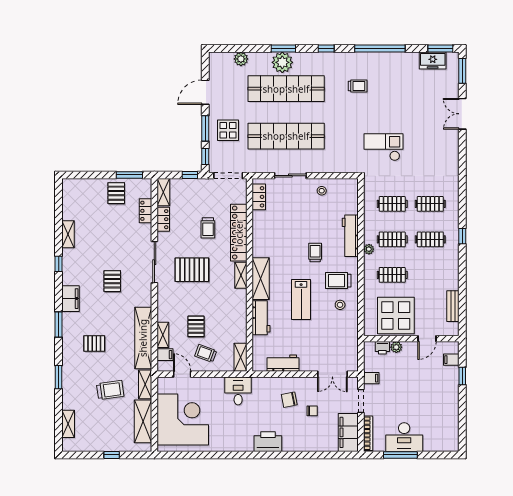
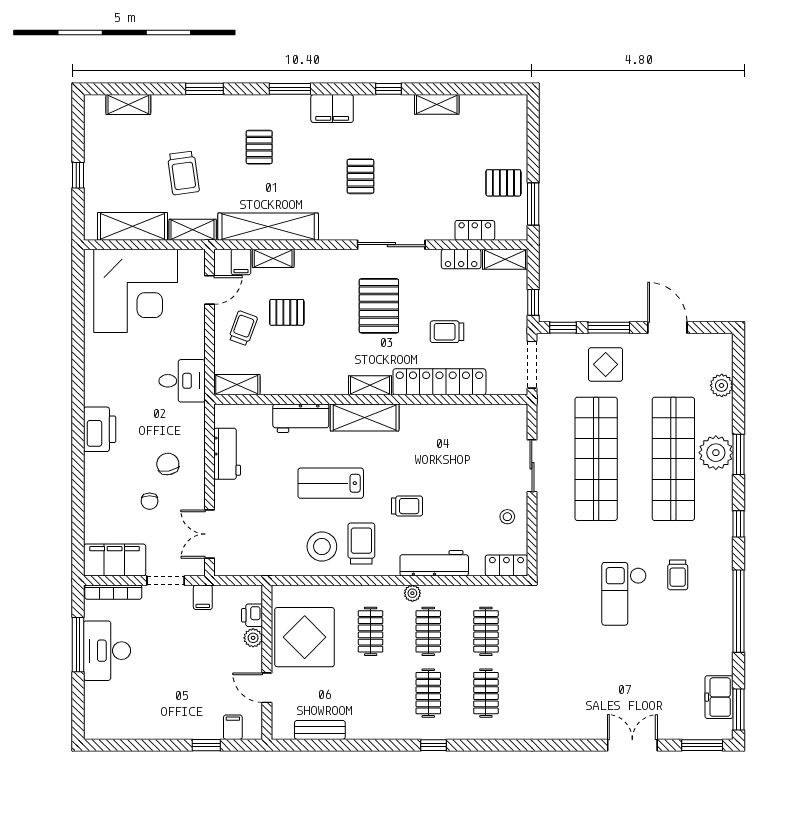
checkout: (383, 147) -> (624, 594), moved, turned 180
locker: (259, 197) -> (506, 565), moved, turned 180
pallet: (112, 281) -> (360, 176), turned 90
stool: (340, 305) -> (322, 546), width x1.89, depth x1.89

